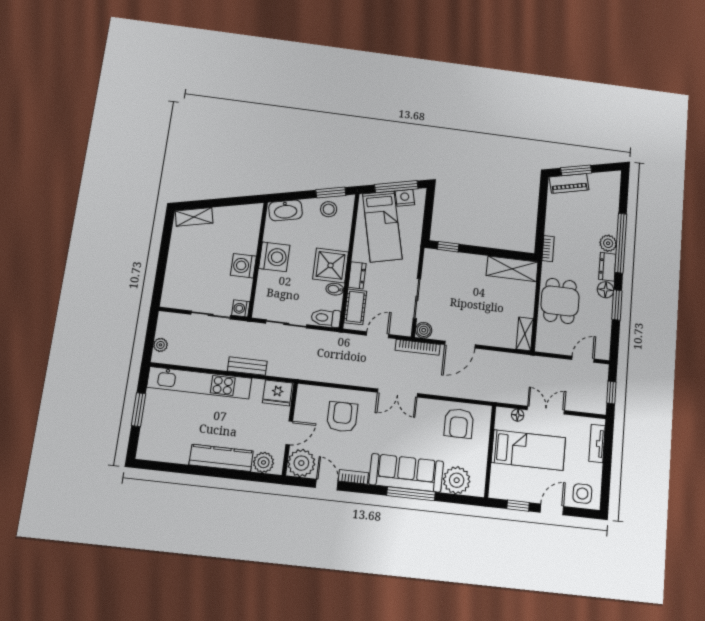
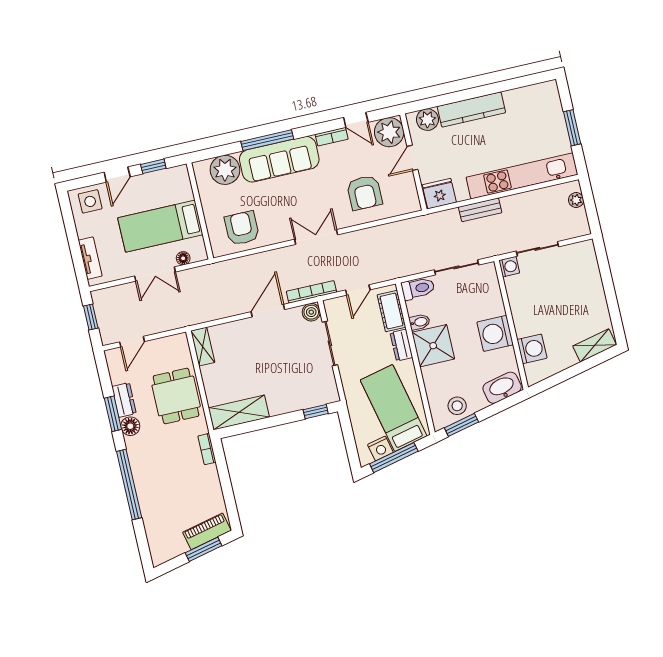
plant: (608, 243) -> (143, 479), removed
washing machine: (243, 266) -> (532, 349), moved
dresser: (607, 267) -> (124, 400), moved

